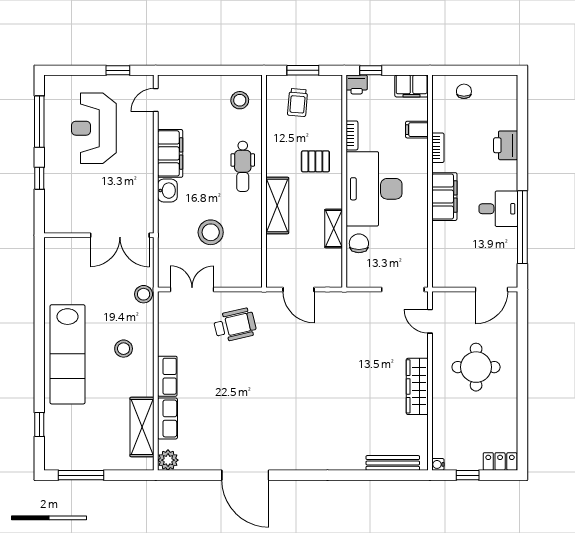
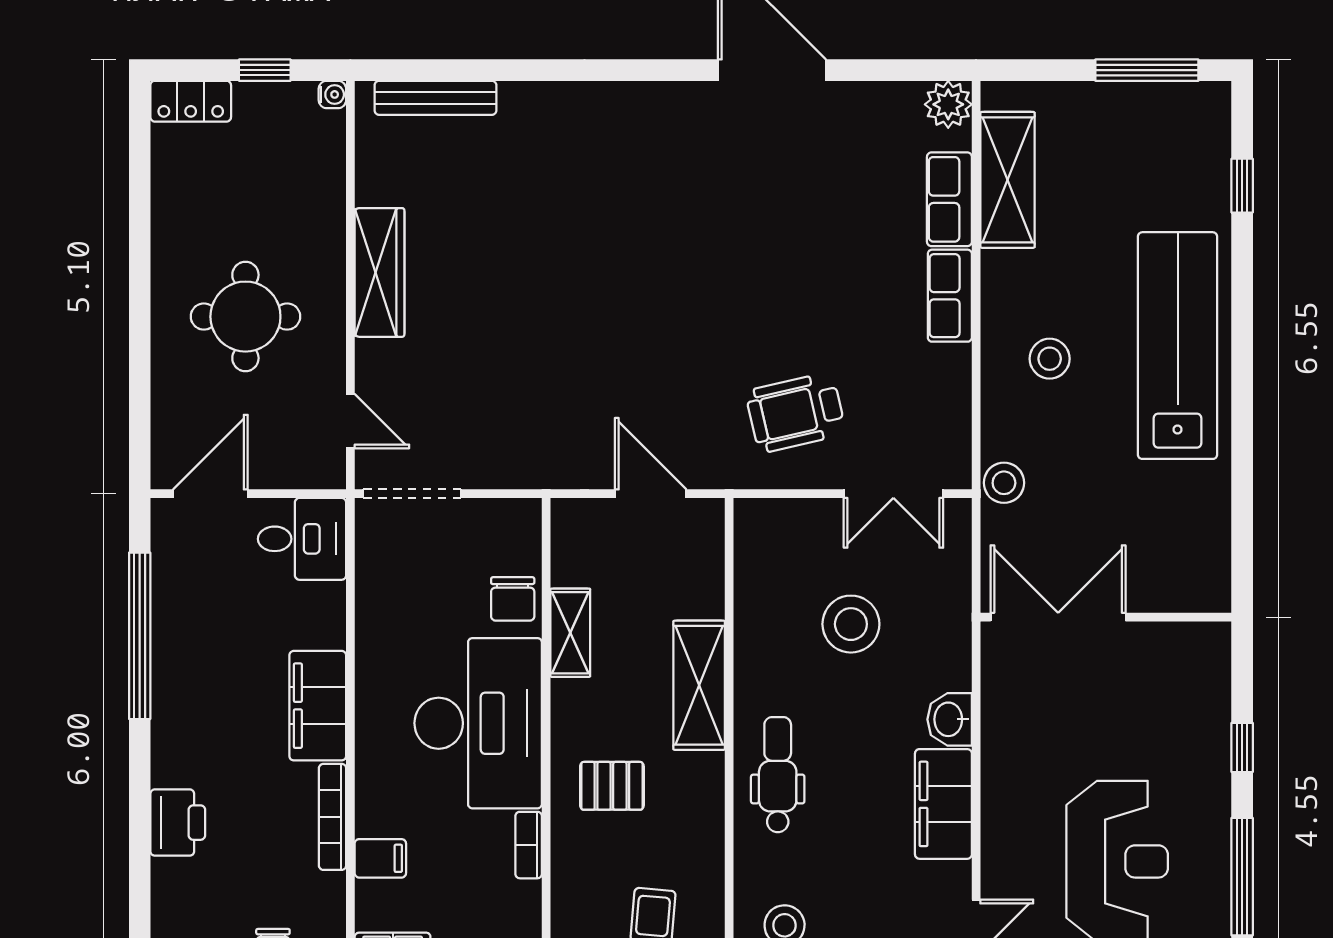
bookcase: (438, 148) -> (333, 817), width x1.56
desk: (498, 209) -> (302, 539), moved, turned 180

